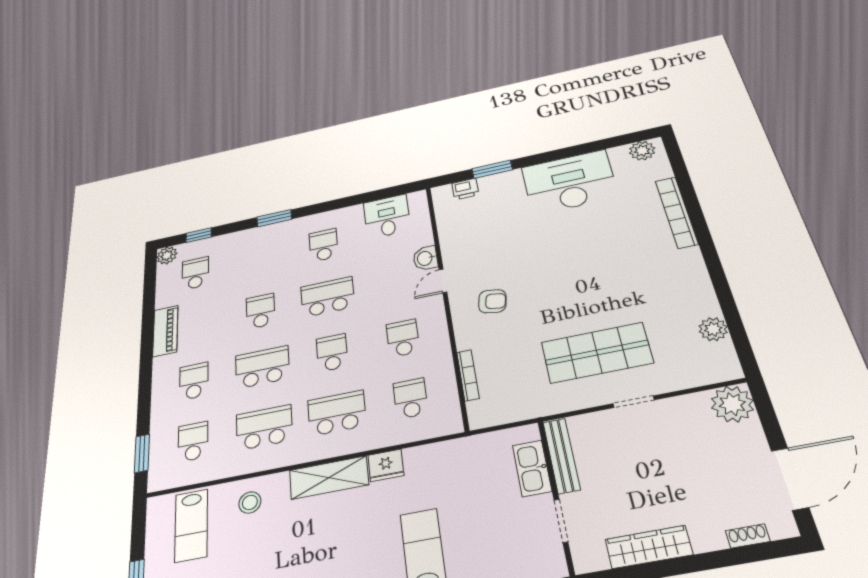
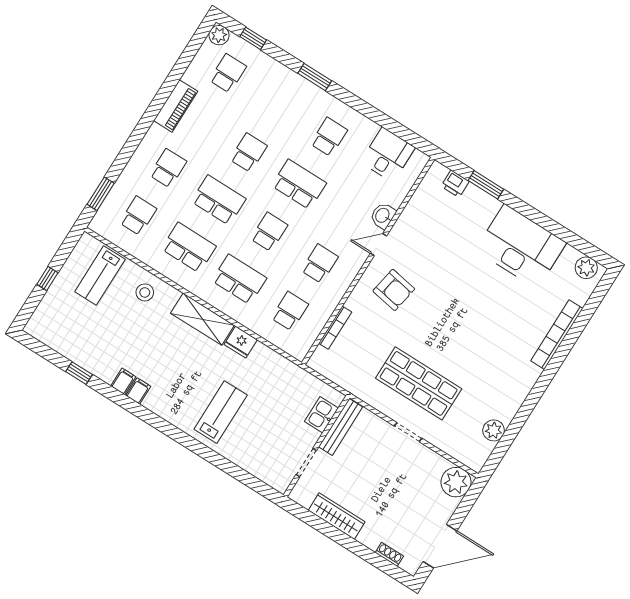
armchair: (492, 301) -> (394, 290), width x1.38, depth x1.38
kitchen sink: (532, 468) -> (321, 415), width x0.73

